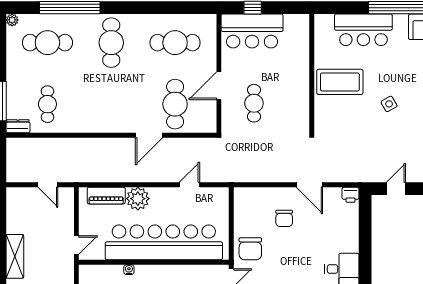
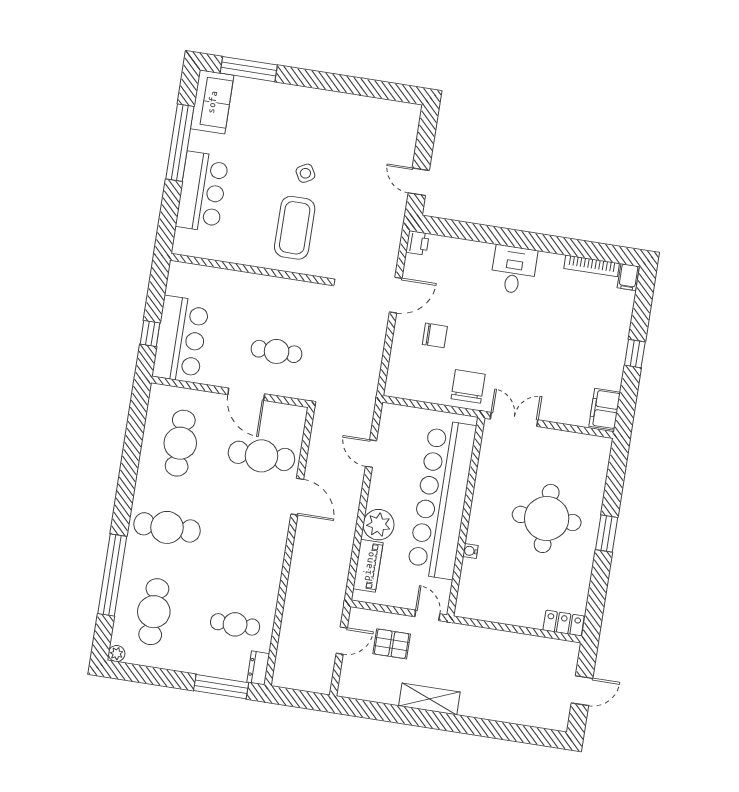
coffee table: (340, 82) -> (295, 228), moved
pallet: (51, 222) -> (392, 644), added
chair: (250, 249) -> (468, 386), turned -90

